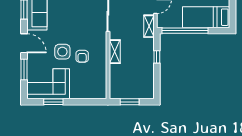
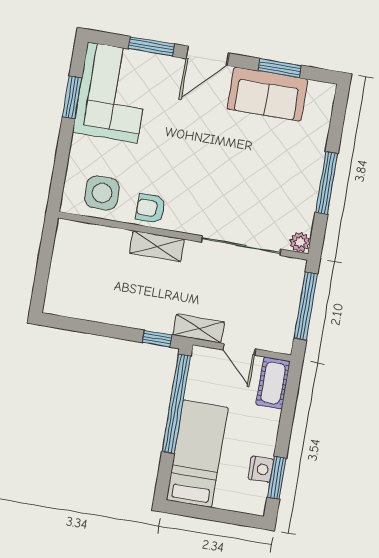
side table: (62, 52) -> (102, 193), moved
armchair: (82, 56) -> (151, 208), moved
window: (157, 57) -> (157, 339), moved
window: (130, 102) -> (45, 260), removed

